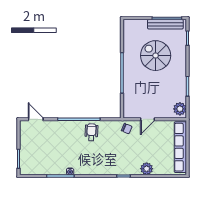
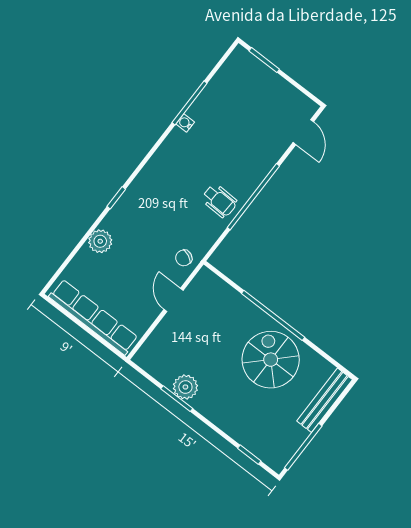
bench: (165, 24) -> (325, 400), moved
spiral stairs: (156, 56) -> (271, 360), moved, turned -90
plant: (180, 109) -> (185, 387), moved
door: (36, 119) -> (303, 132), hinge flipped

